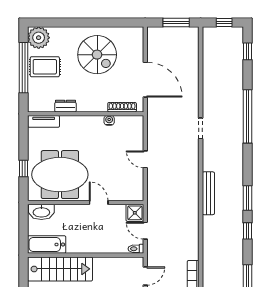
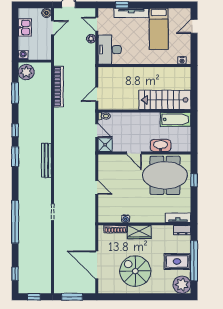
door: (145, 80) -> (97, 265), moved
wardrobe: (92, 104) -> (139, 232), added
dresser: (65, 106) -> (182, 230), moved
washbasin: (41, 212) -> (161, 145), moved

